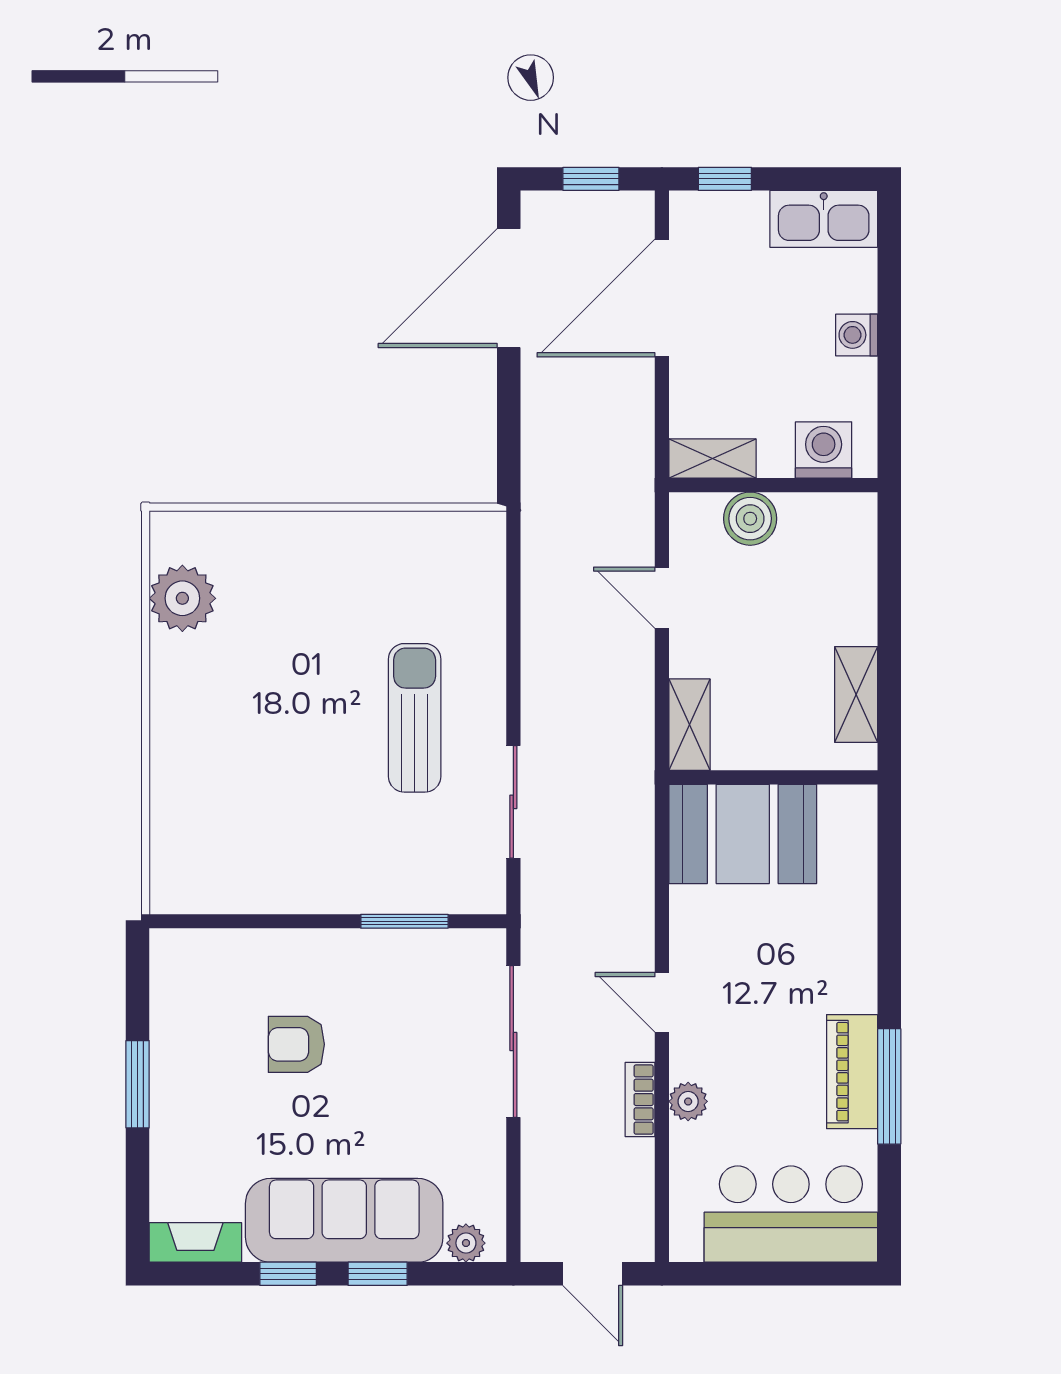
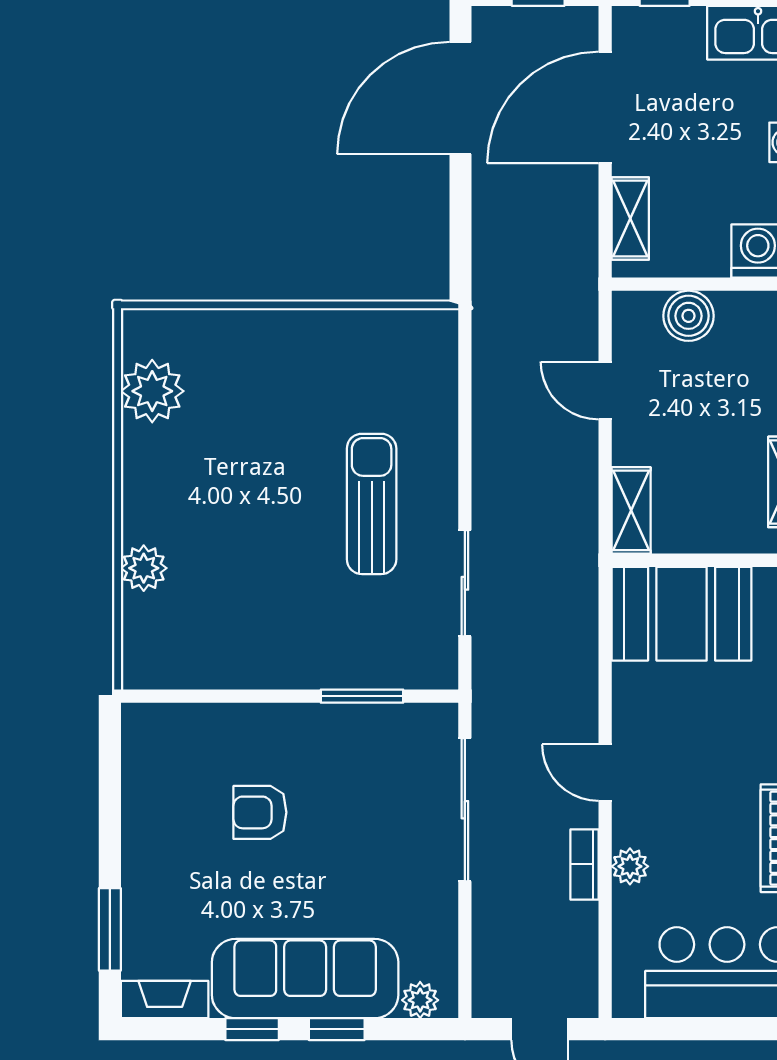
shelving: (712, 458) -> (630, 219), moved, turned 90
plant: (173, 786) -> (144, 568), added
window: (138, 1084) -> (110, 929), moved

